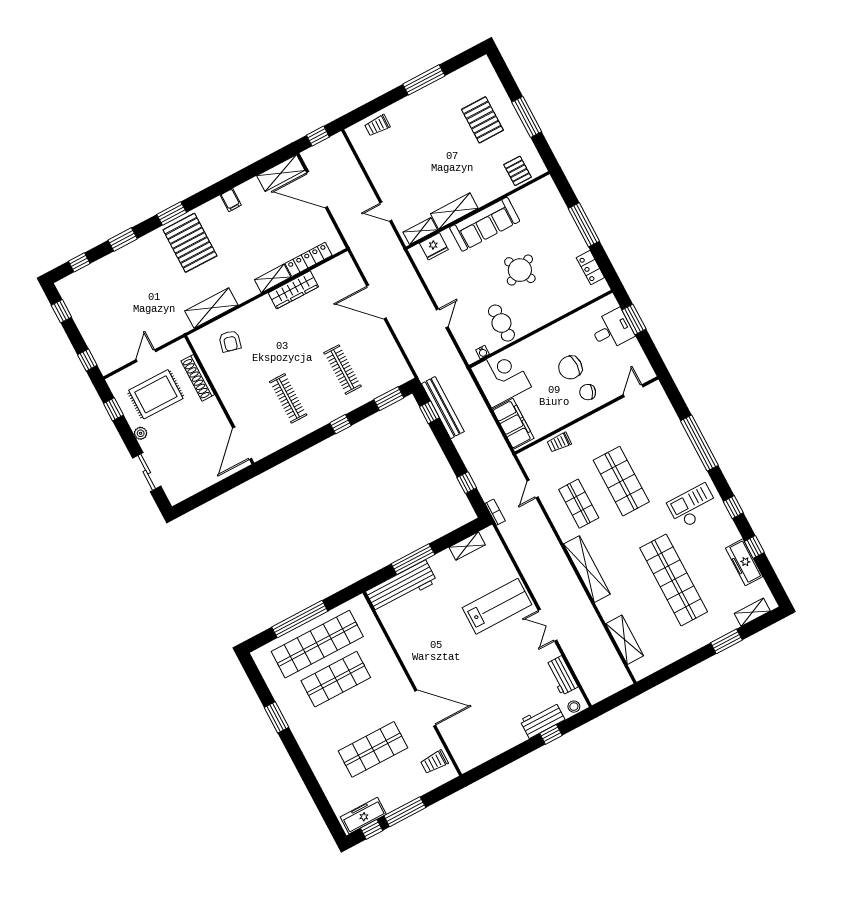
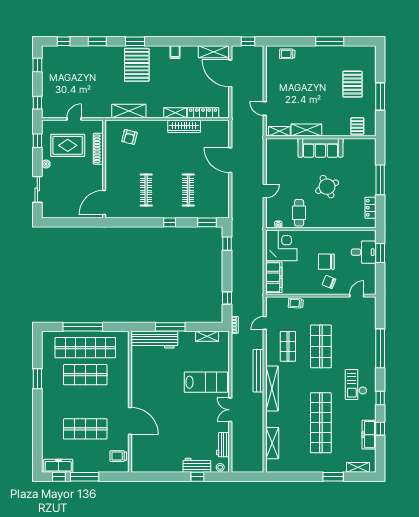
fridge: (434, 246) -> (283, 145), removed
bench: (443, 408) -> (258, 371), moved
checkout: (693, 506) -> (356, 384), turned -90

